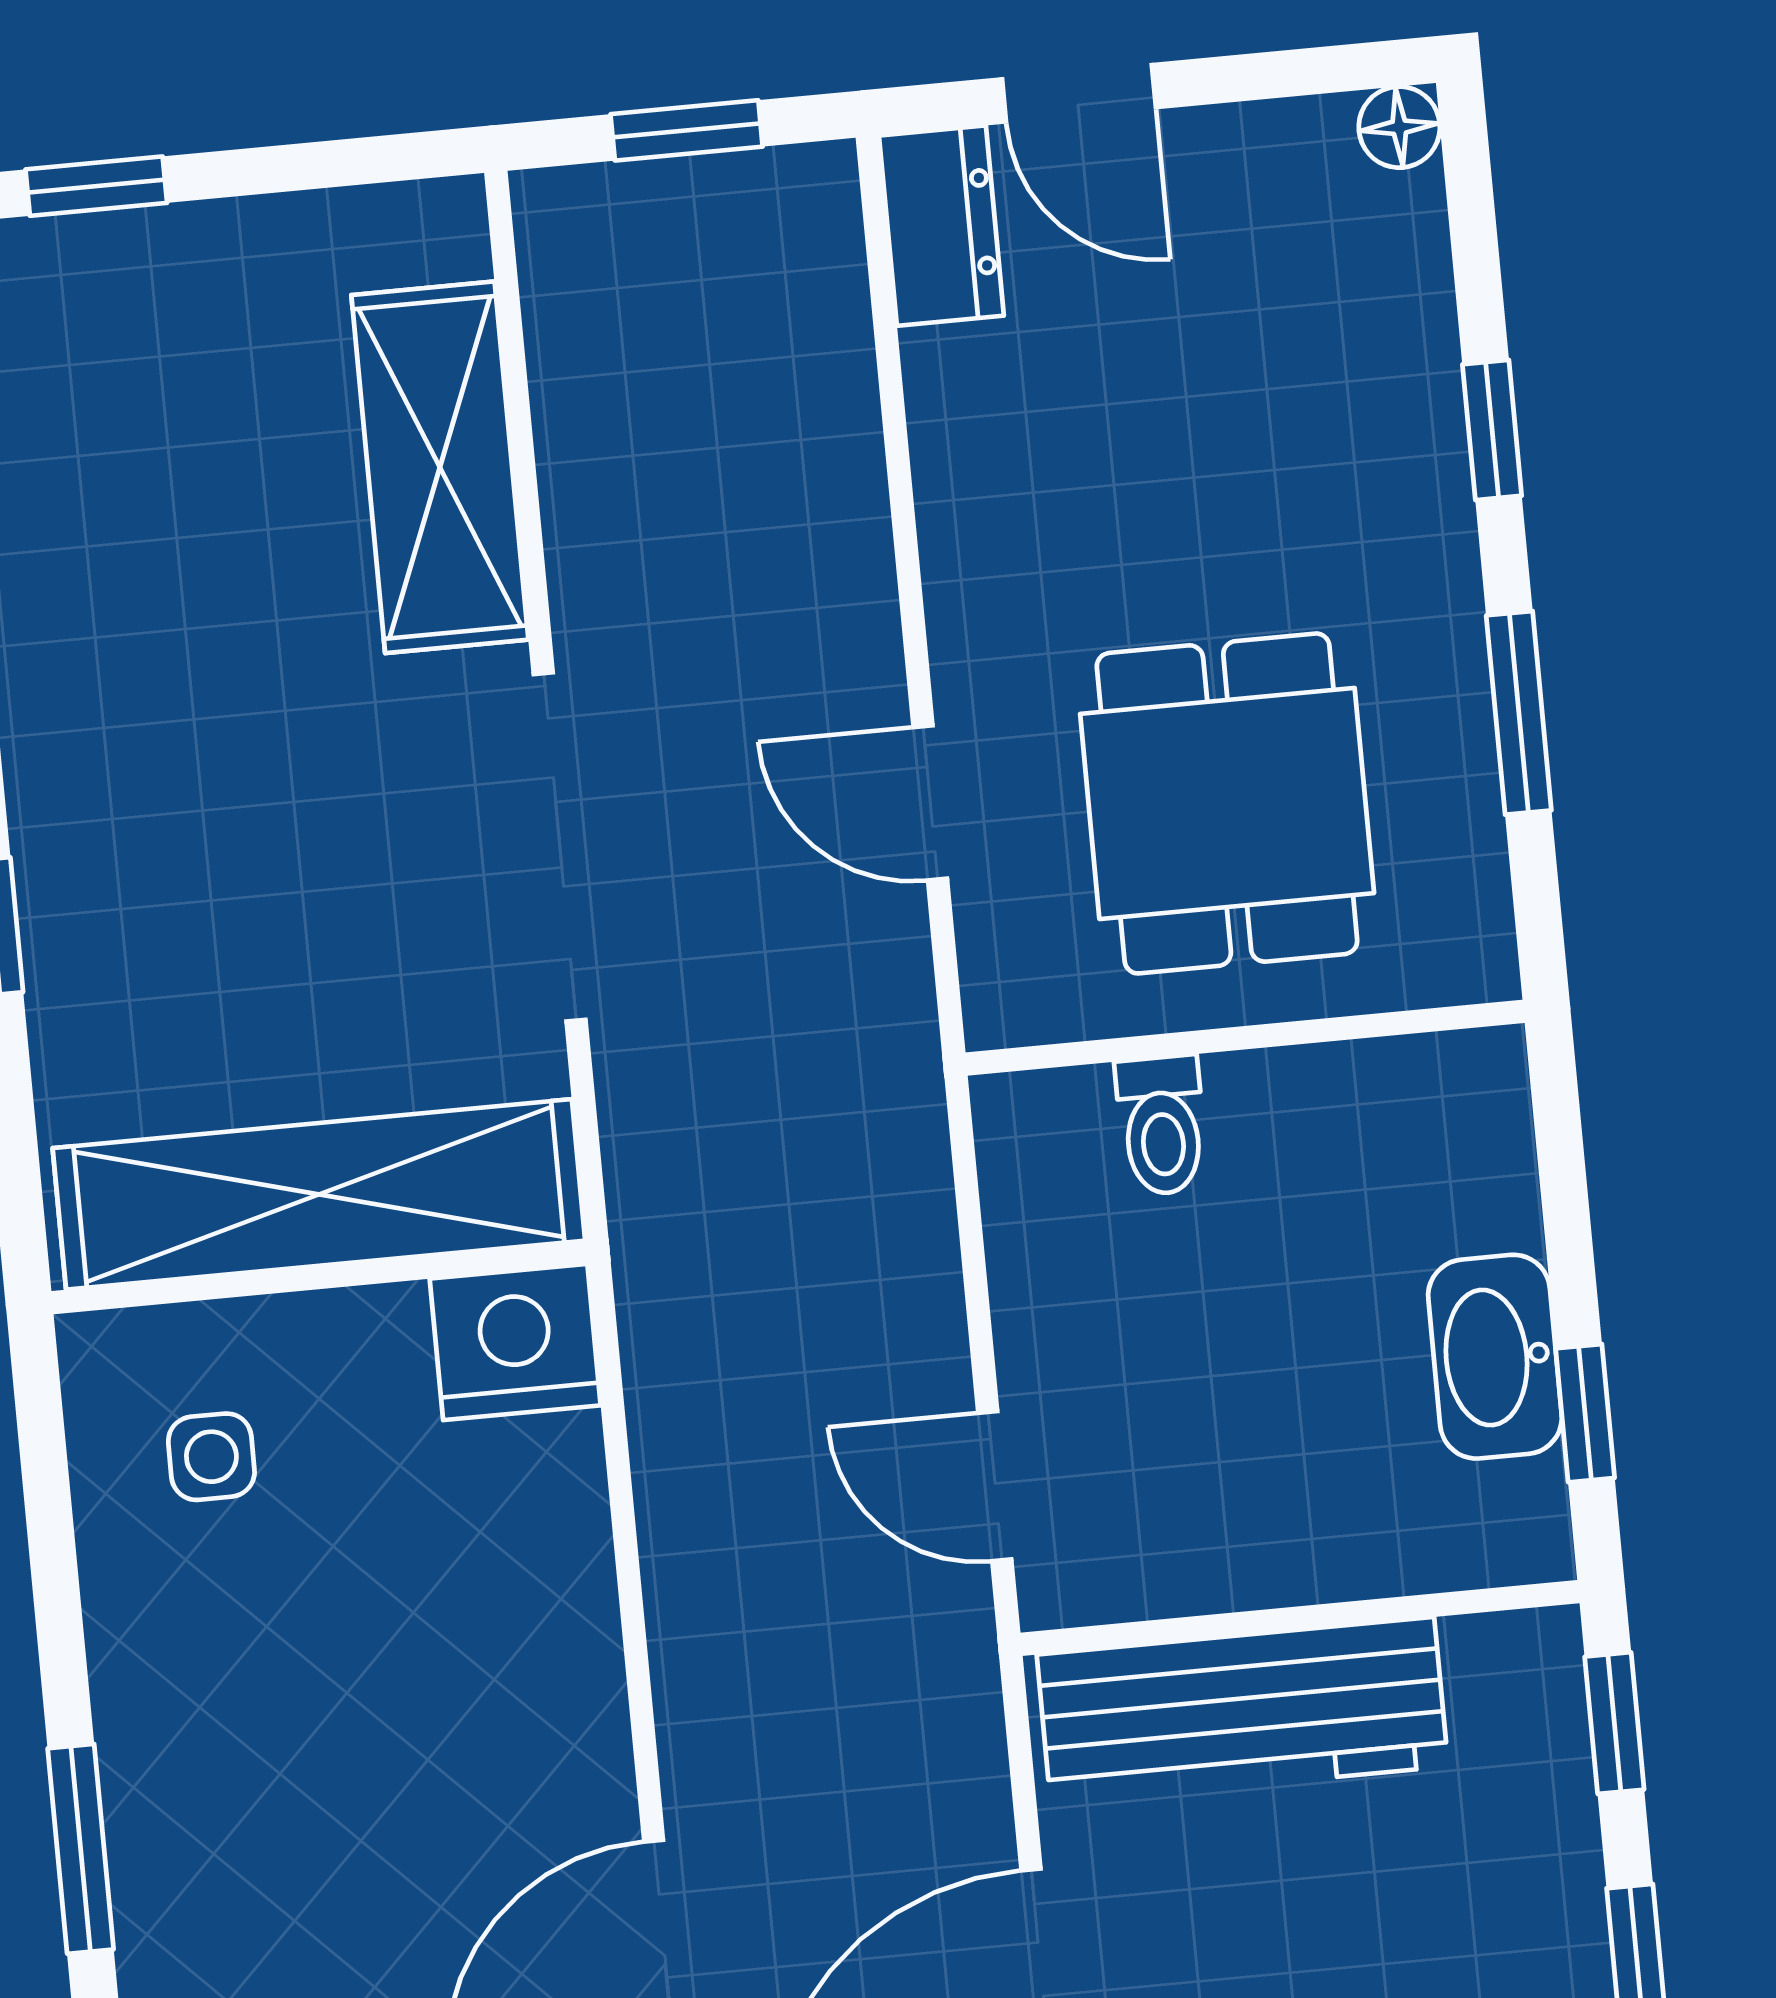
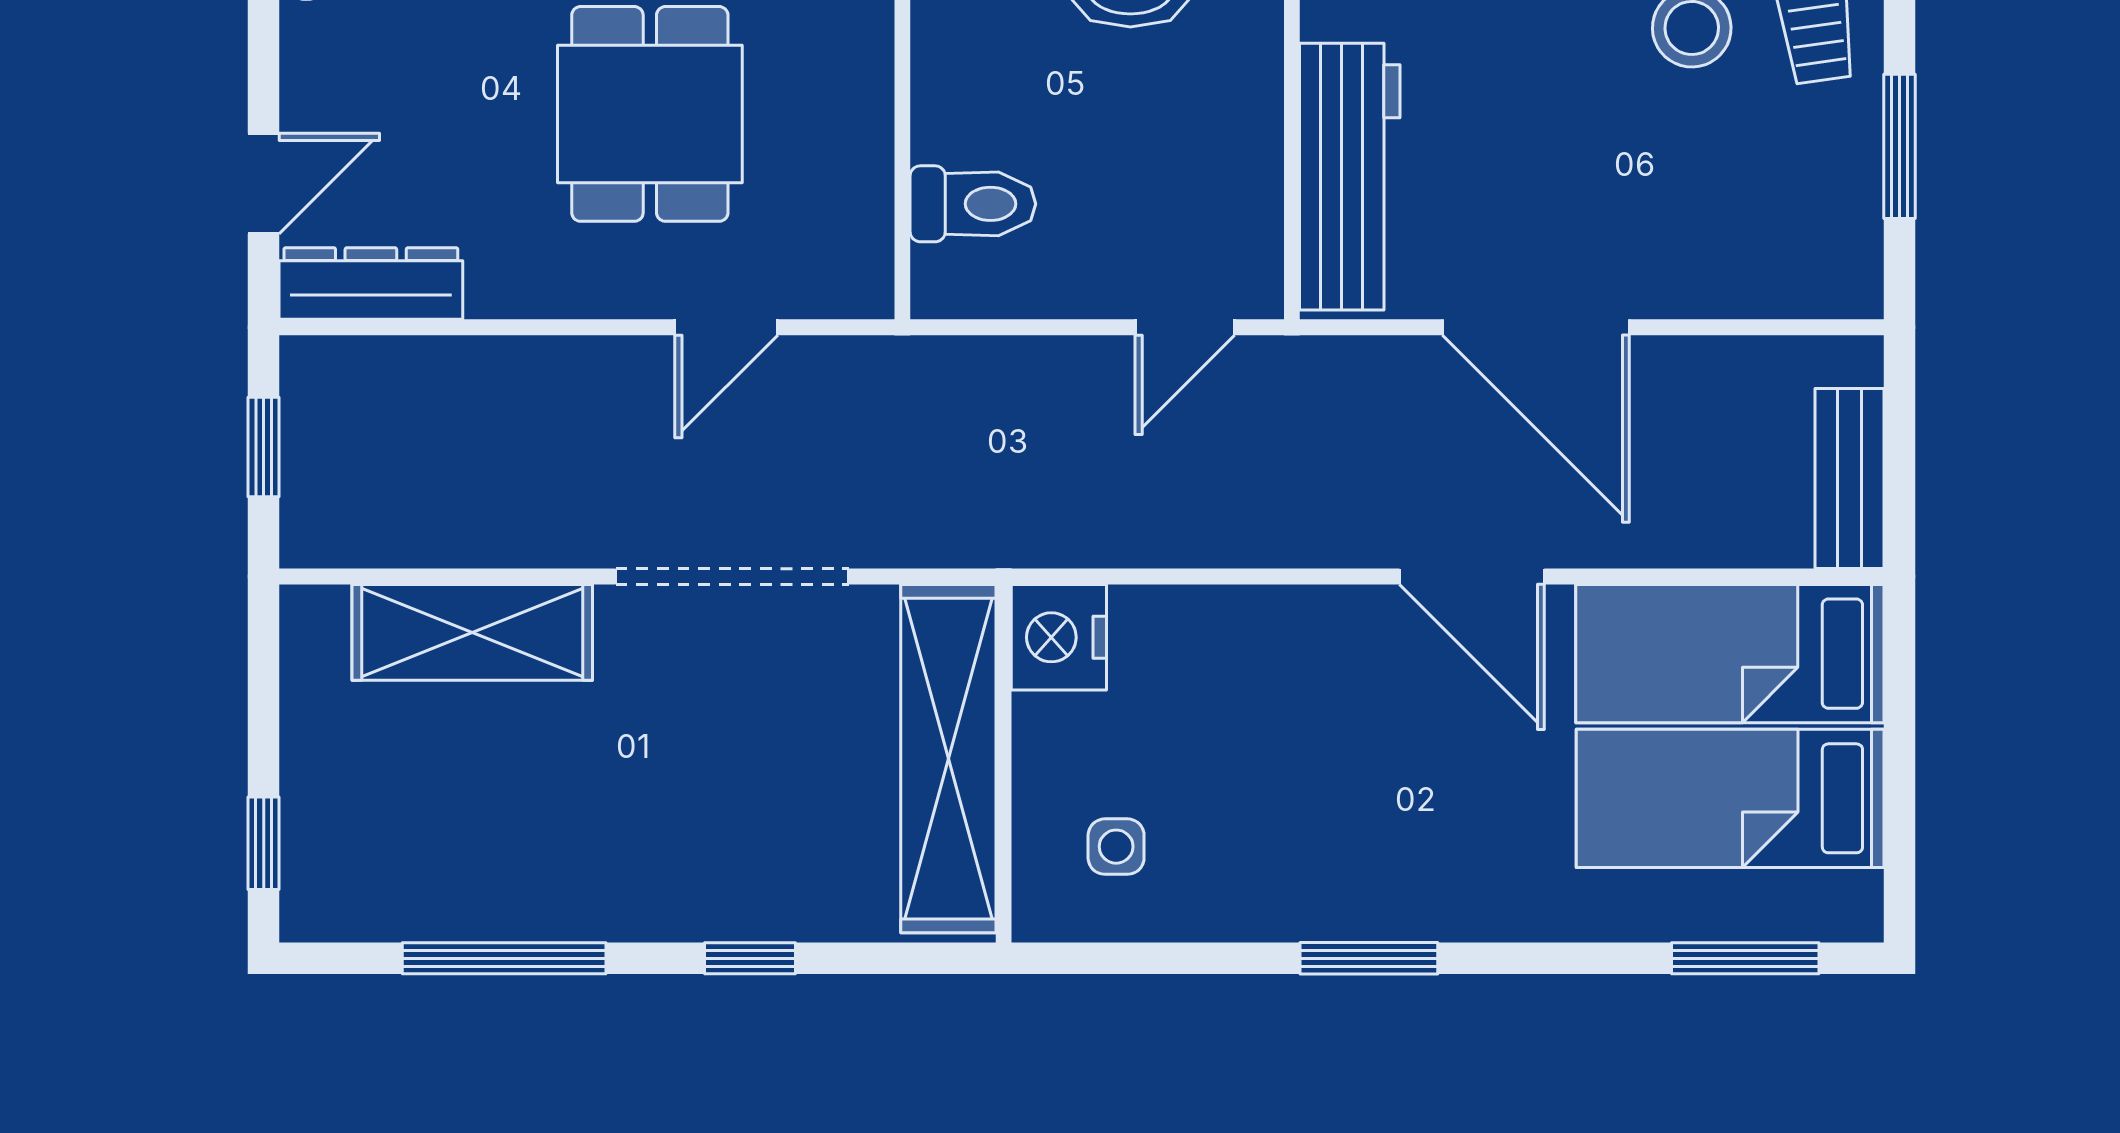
dresser: (941, 226) -> (371, 284), width x1.44
dining table: (1227, 803) -> (650, 114), moved, turned 90
toilet: (1162, 1125) -> (973, 204), width x1.37, depth x1.39

